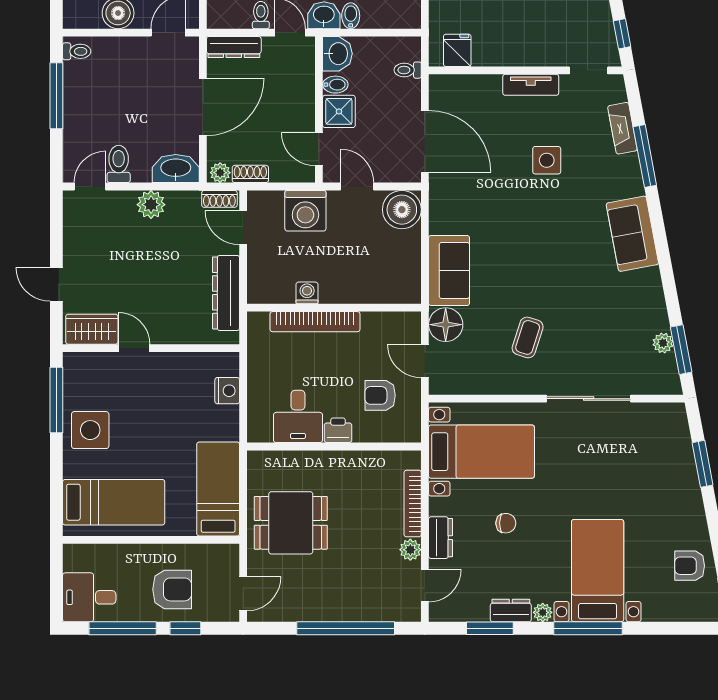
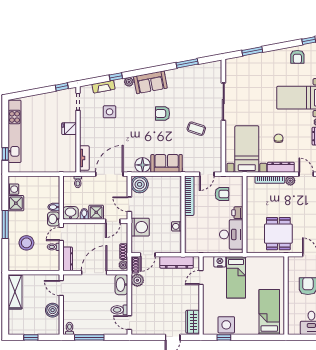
fridge: (457, 50) -> (69, 129), moved
tv unit: (531, 85) -> (84, 158), moved
door: (203, 107) -> (94, 273), hinge flipped
window: (645, 156) -> (116, 77), width x0.46
side table: (547, 160) -> (110, 112), moved
door: (357, 187) -> (129, 204), hinge flipped
plant: (151, 205) -> (137, 280), moved
armchair: (562, 261) -> (163, 114), added
bookcase: (315, 322) -> (189, 196), moved
floor lamp: (446, 325) -> (143, 165), moved
plant: (663, 343) -> (129, 82), moved
door: (134, 348) -> (201, 277), moved
window: (681, 350) -> (187, 63), moved
armchair: (380, 395) -> (222, 194), turned -90
window: (56, 400) -> (224, 337), width x0.46
desk: (298, 416) -> (231, 234), width x1.37
side table: (90, 430) -> (226, 325), moved
bed: (218, 489) -> (236, 277), moved, turned -90
dresser: (441, 538) -> (281, 167), width x1.44

